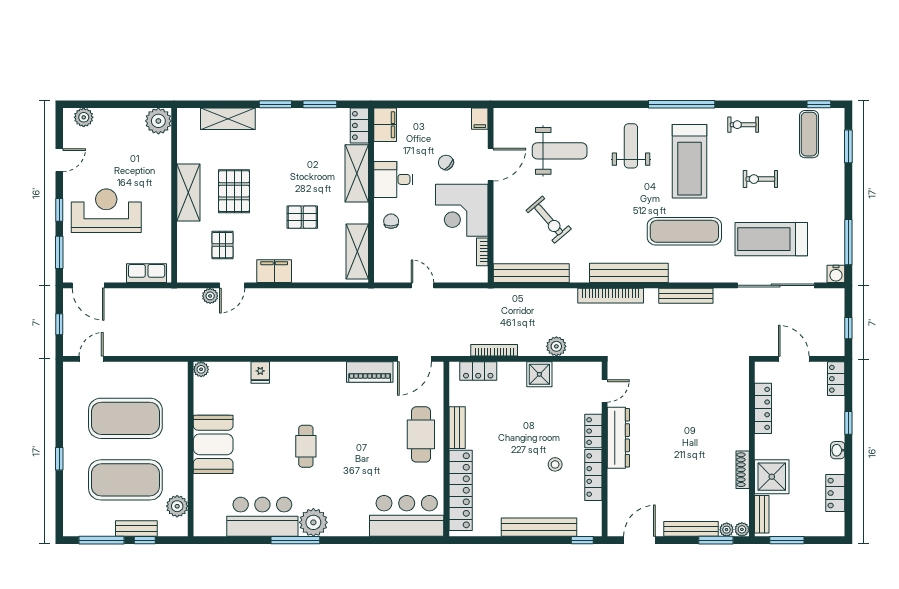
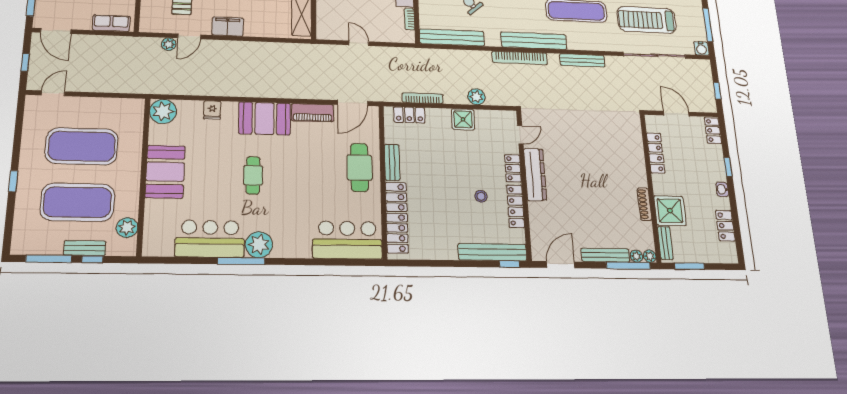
plant: (201, 369) -> (163, 111), width x1.88, depth x1.88
booth: (317, 381) -> (264, 118), added
bench: (539, 527) -> (492, 252), moved
window: (716, 540) -> (628, 266), width x1.44

